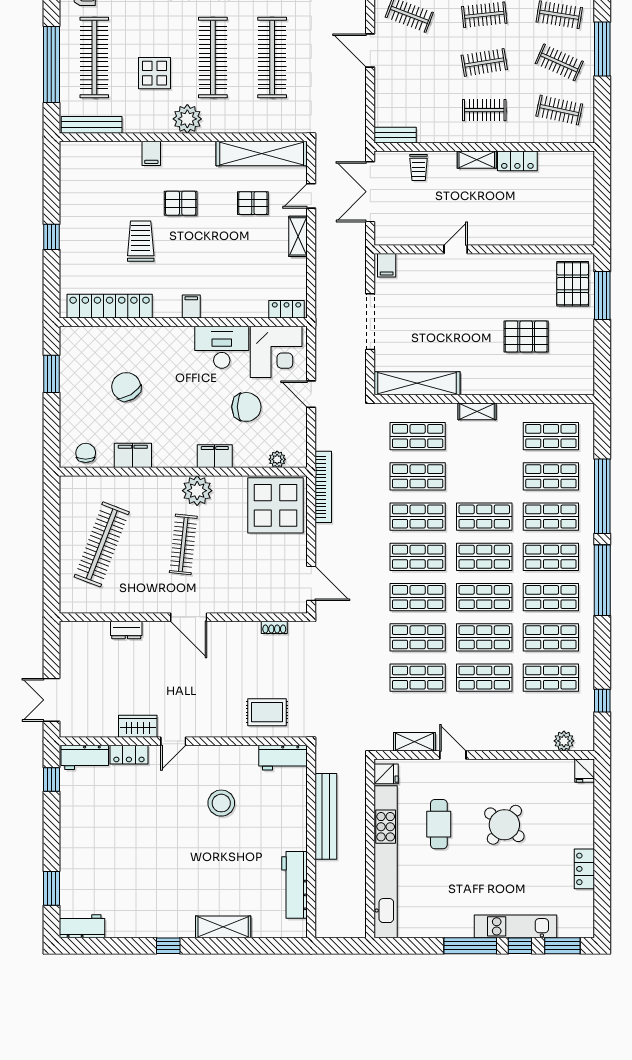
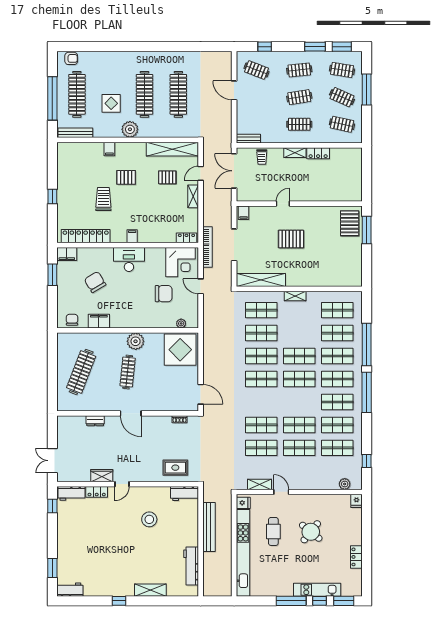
pallet: (526, 336) -> (291, 239), moved
desk: (222, 347) -> (129, 260), moved
filing cabinet: (215, 456) -> (67, 254), moved, turned 180
bookcase: (323, 487) -> (207, 247), moved
shop shelf: (418, 597) -> (261, 402), removed
shop shelf: (484, 597) -> (299, 402), removed

